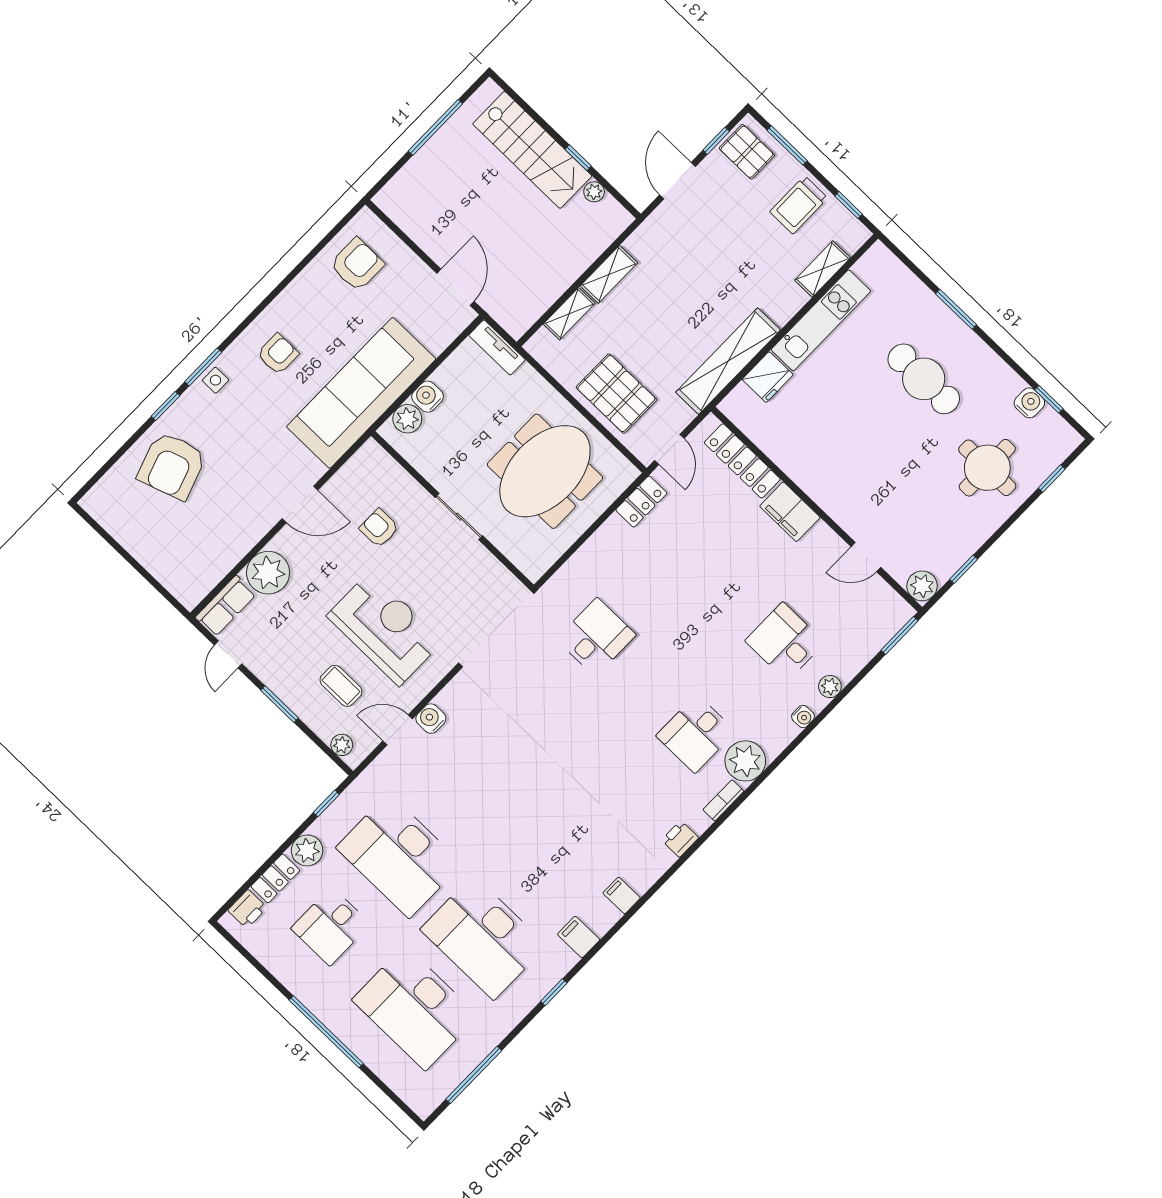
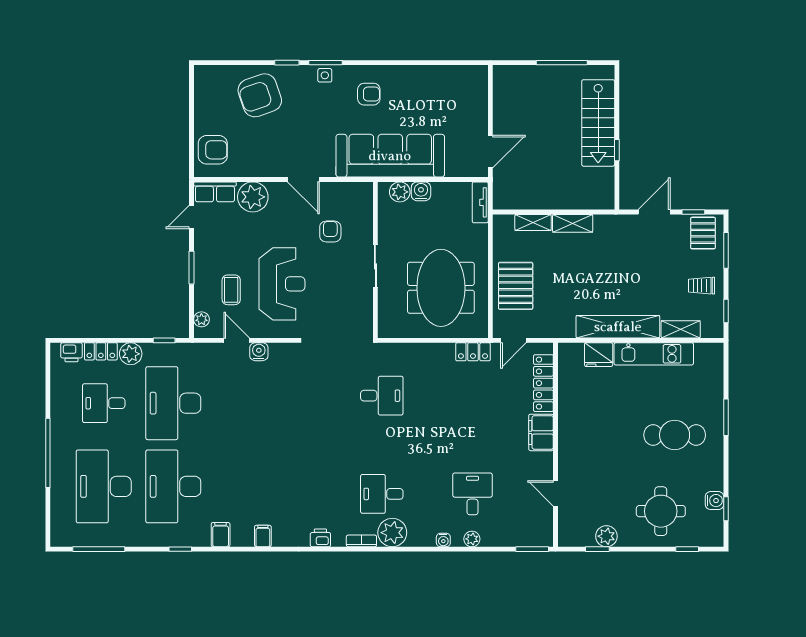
plant: (594, 192) -> (607, 175), removed
trolley: (799, 205) -> (702, 286), width x0.73, depth x0.72
armchair: (357, 265) -> (213, 150), moved
shelving: (728, 361) -> (618, 327), moved
cafe table: (924, 379) -> (675, 435), turned 90
meeting table: (545, 471) -> (441, 288), turned 90
plant: (922, 586) -> (606, 536), moved

